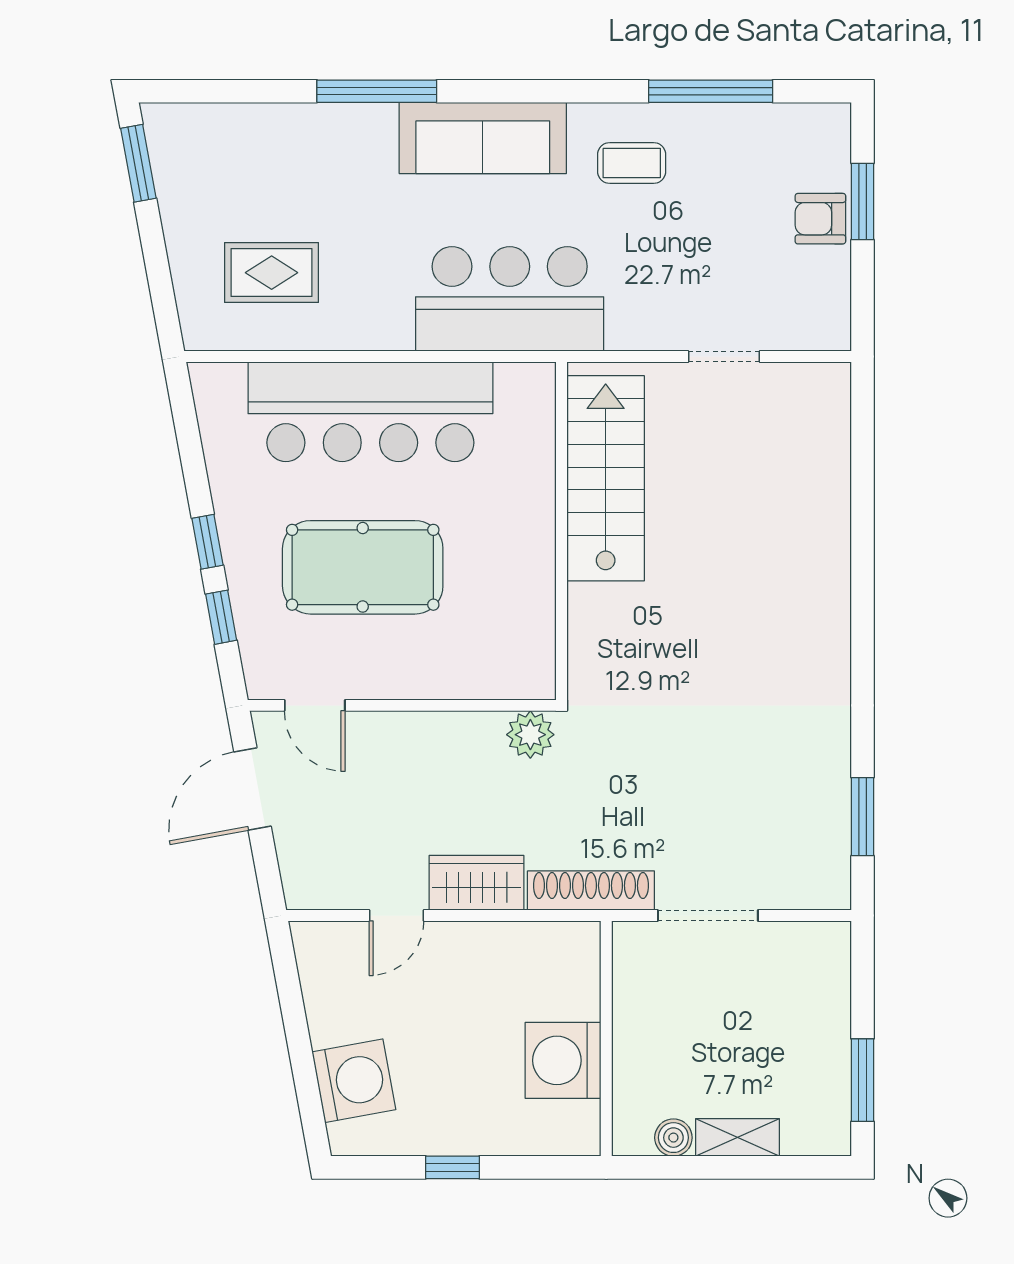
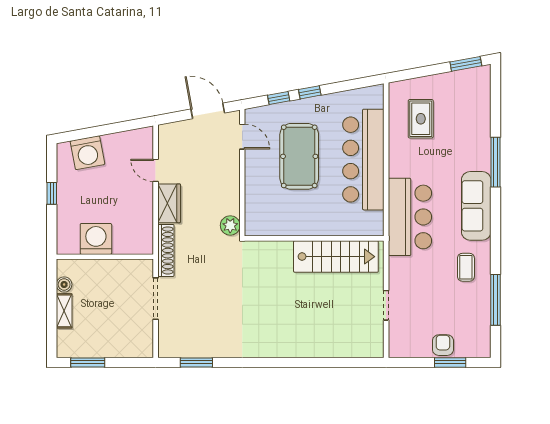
door: (315, 705) -> (242, 137), swing flipped

